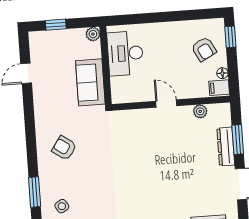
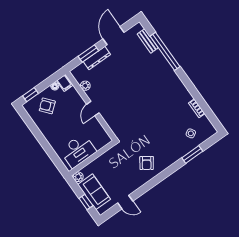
armchair: (204, 49) -> (47, 106), turned -102
sofa: (90, 82) -> (94, 192), moved, turned -90
armchair: (64, 148) -> (147, 163), moved

